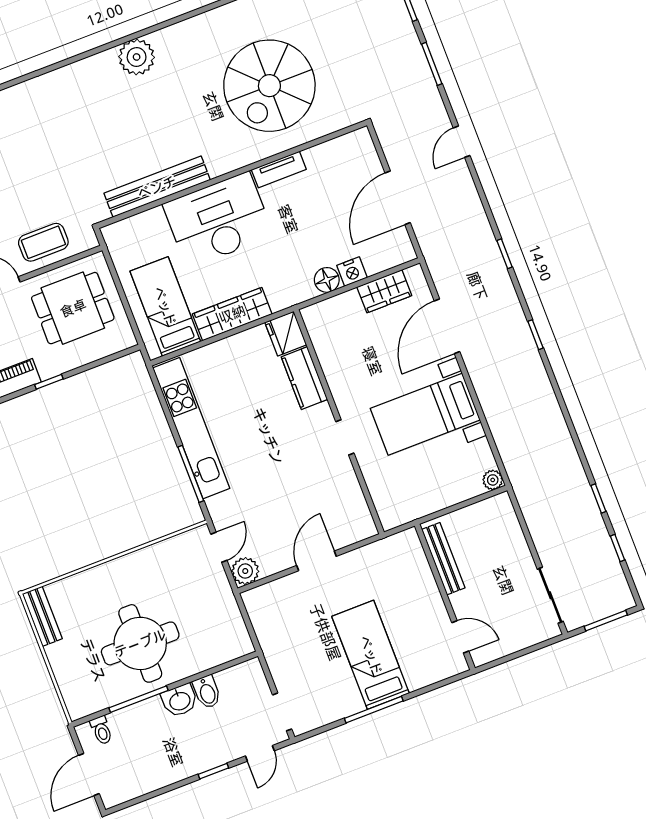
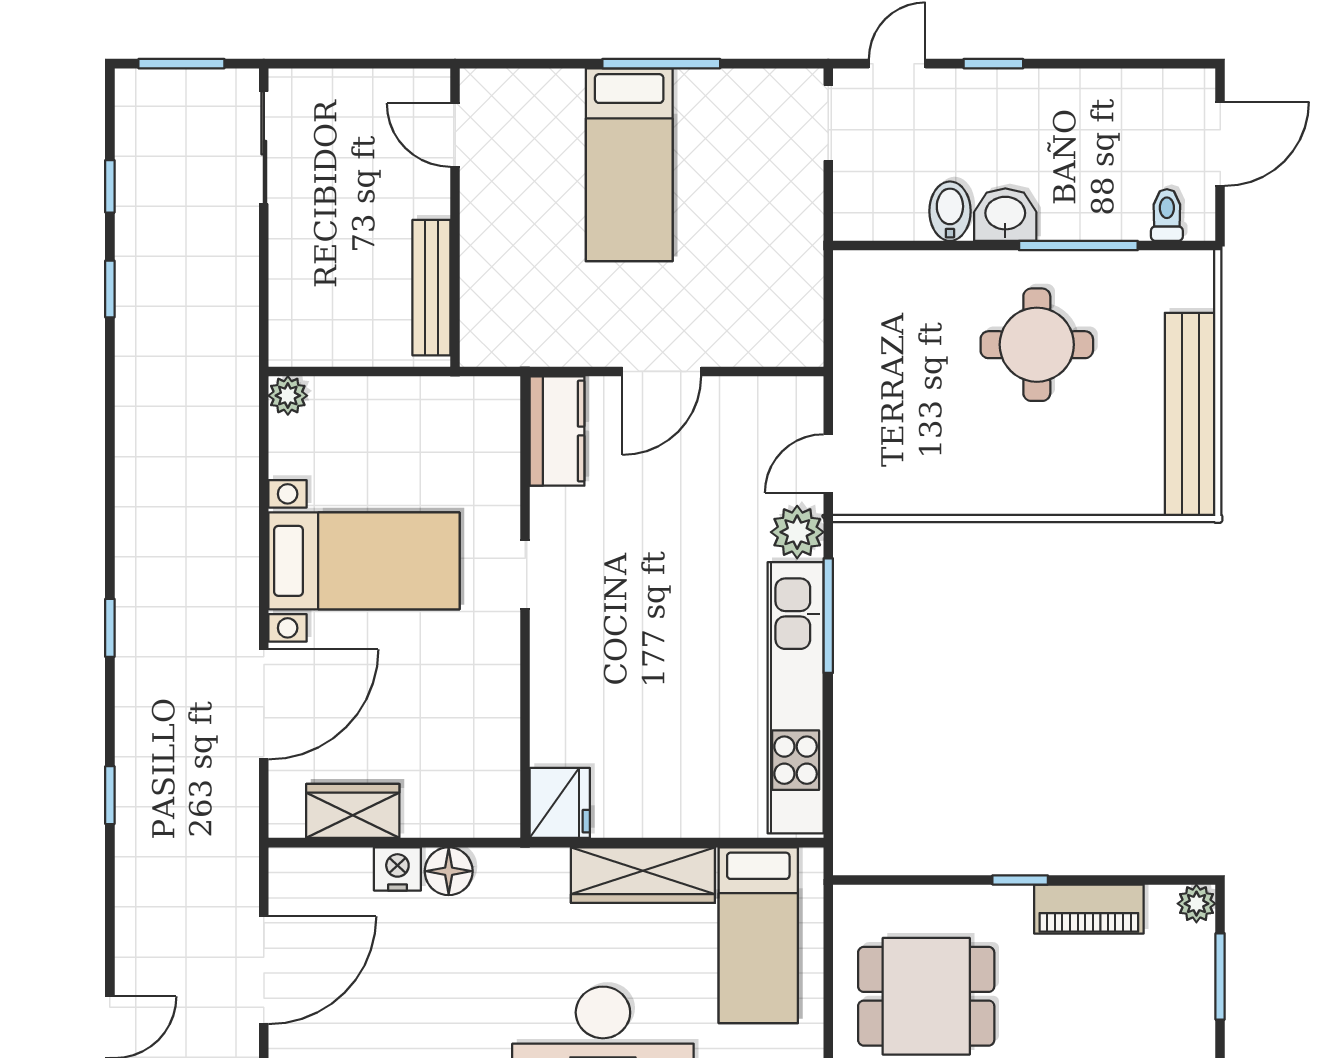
kitchen counter: (304, 378) -> (557, 431), moved
plant: (245, 571) -> (797, 532), moved
bench: (42, 616) -> (1190, 414), width x1.86, depth x1.21
round table: (140, 643) -> (1037, 345), width x0.73, depth x0.73

